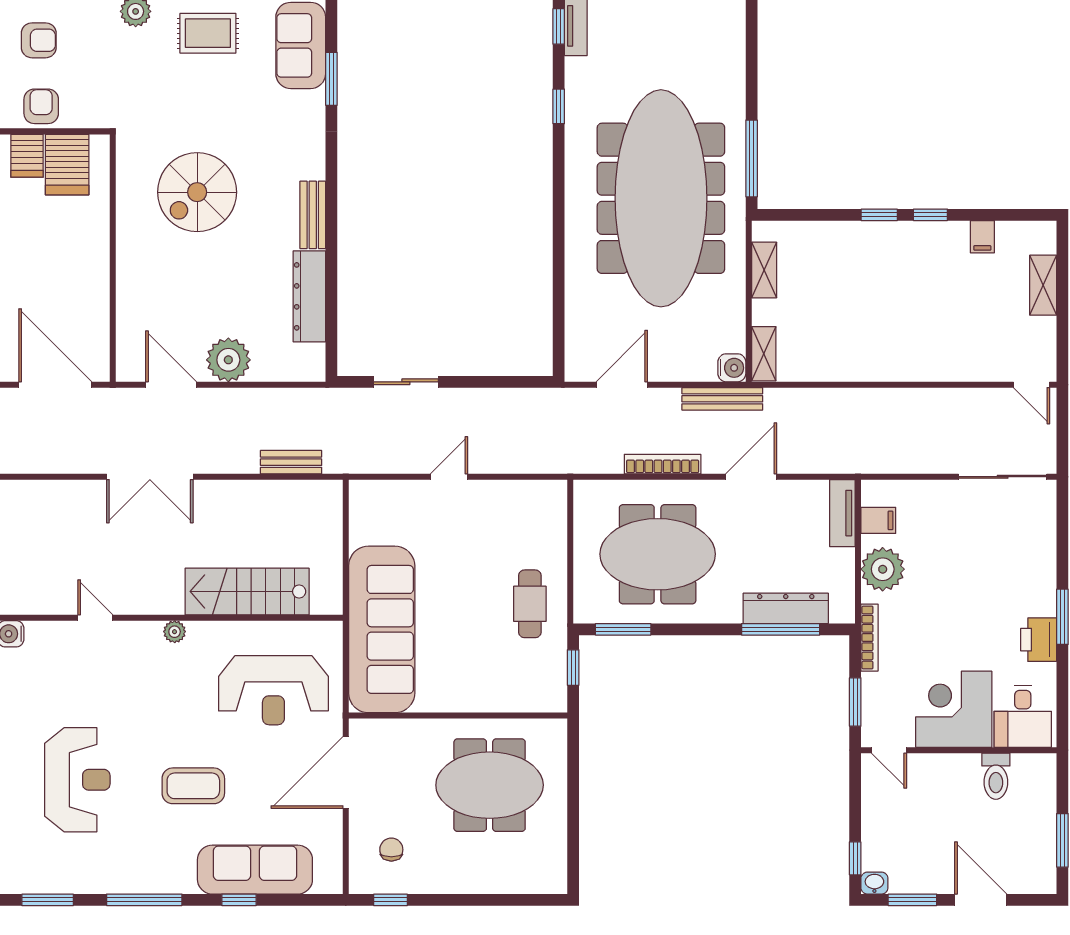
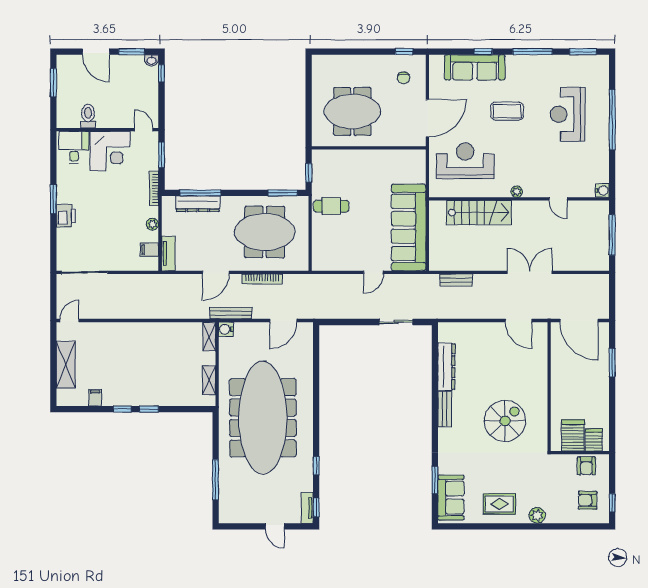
window: (752, 158) -> (216, 480), moved
shelving: (1043, 285) -> (66, 365), width x1.50, depth x1.33
plant: (228, 360) -> (489, 333), removed
door: (1032, 385) -> (69, 320), hinge flipped
plant: (883, 569) -> (152, 224), width x0.53, depth x0.53
cafe table: (530, 604) -> (331, 206), turned 90
sofa: (382, 629) -> (409, 227), moved
printer: (1039, 640) -> (66, 216), moved

